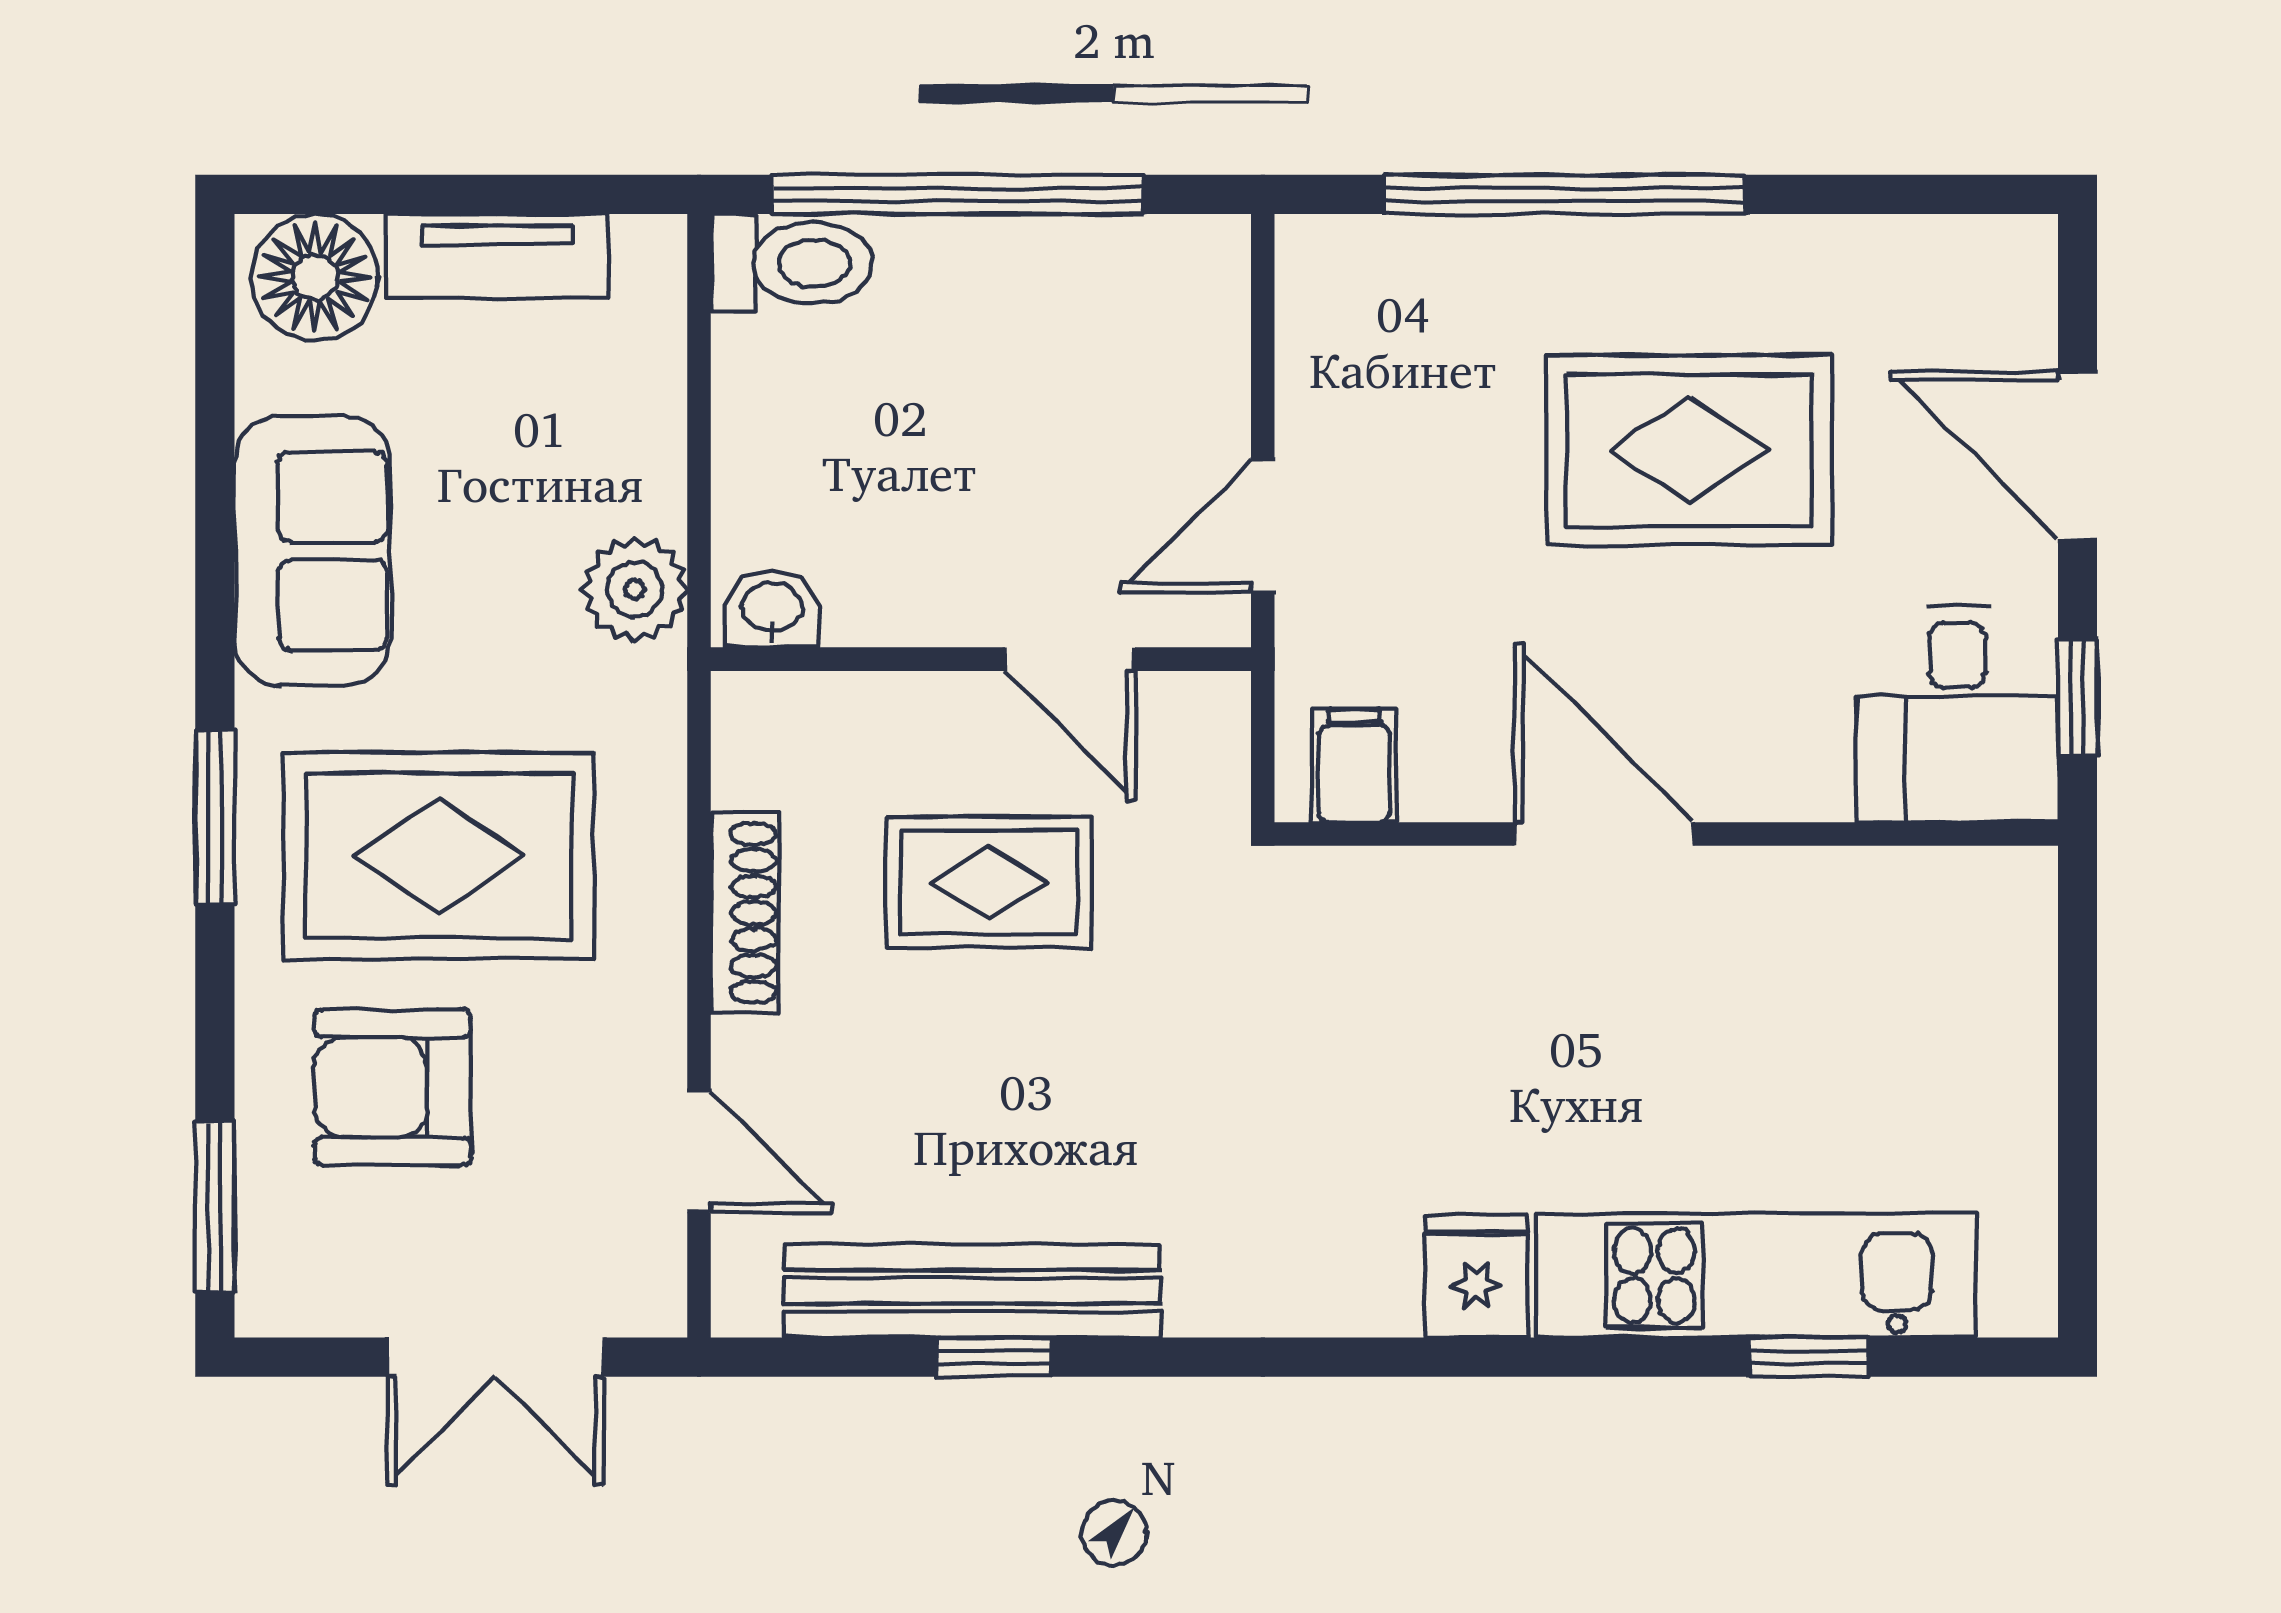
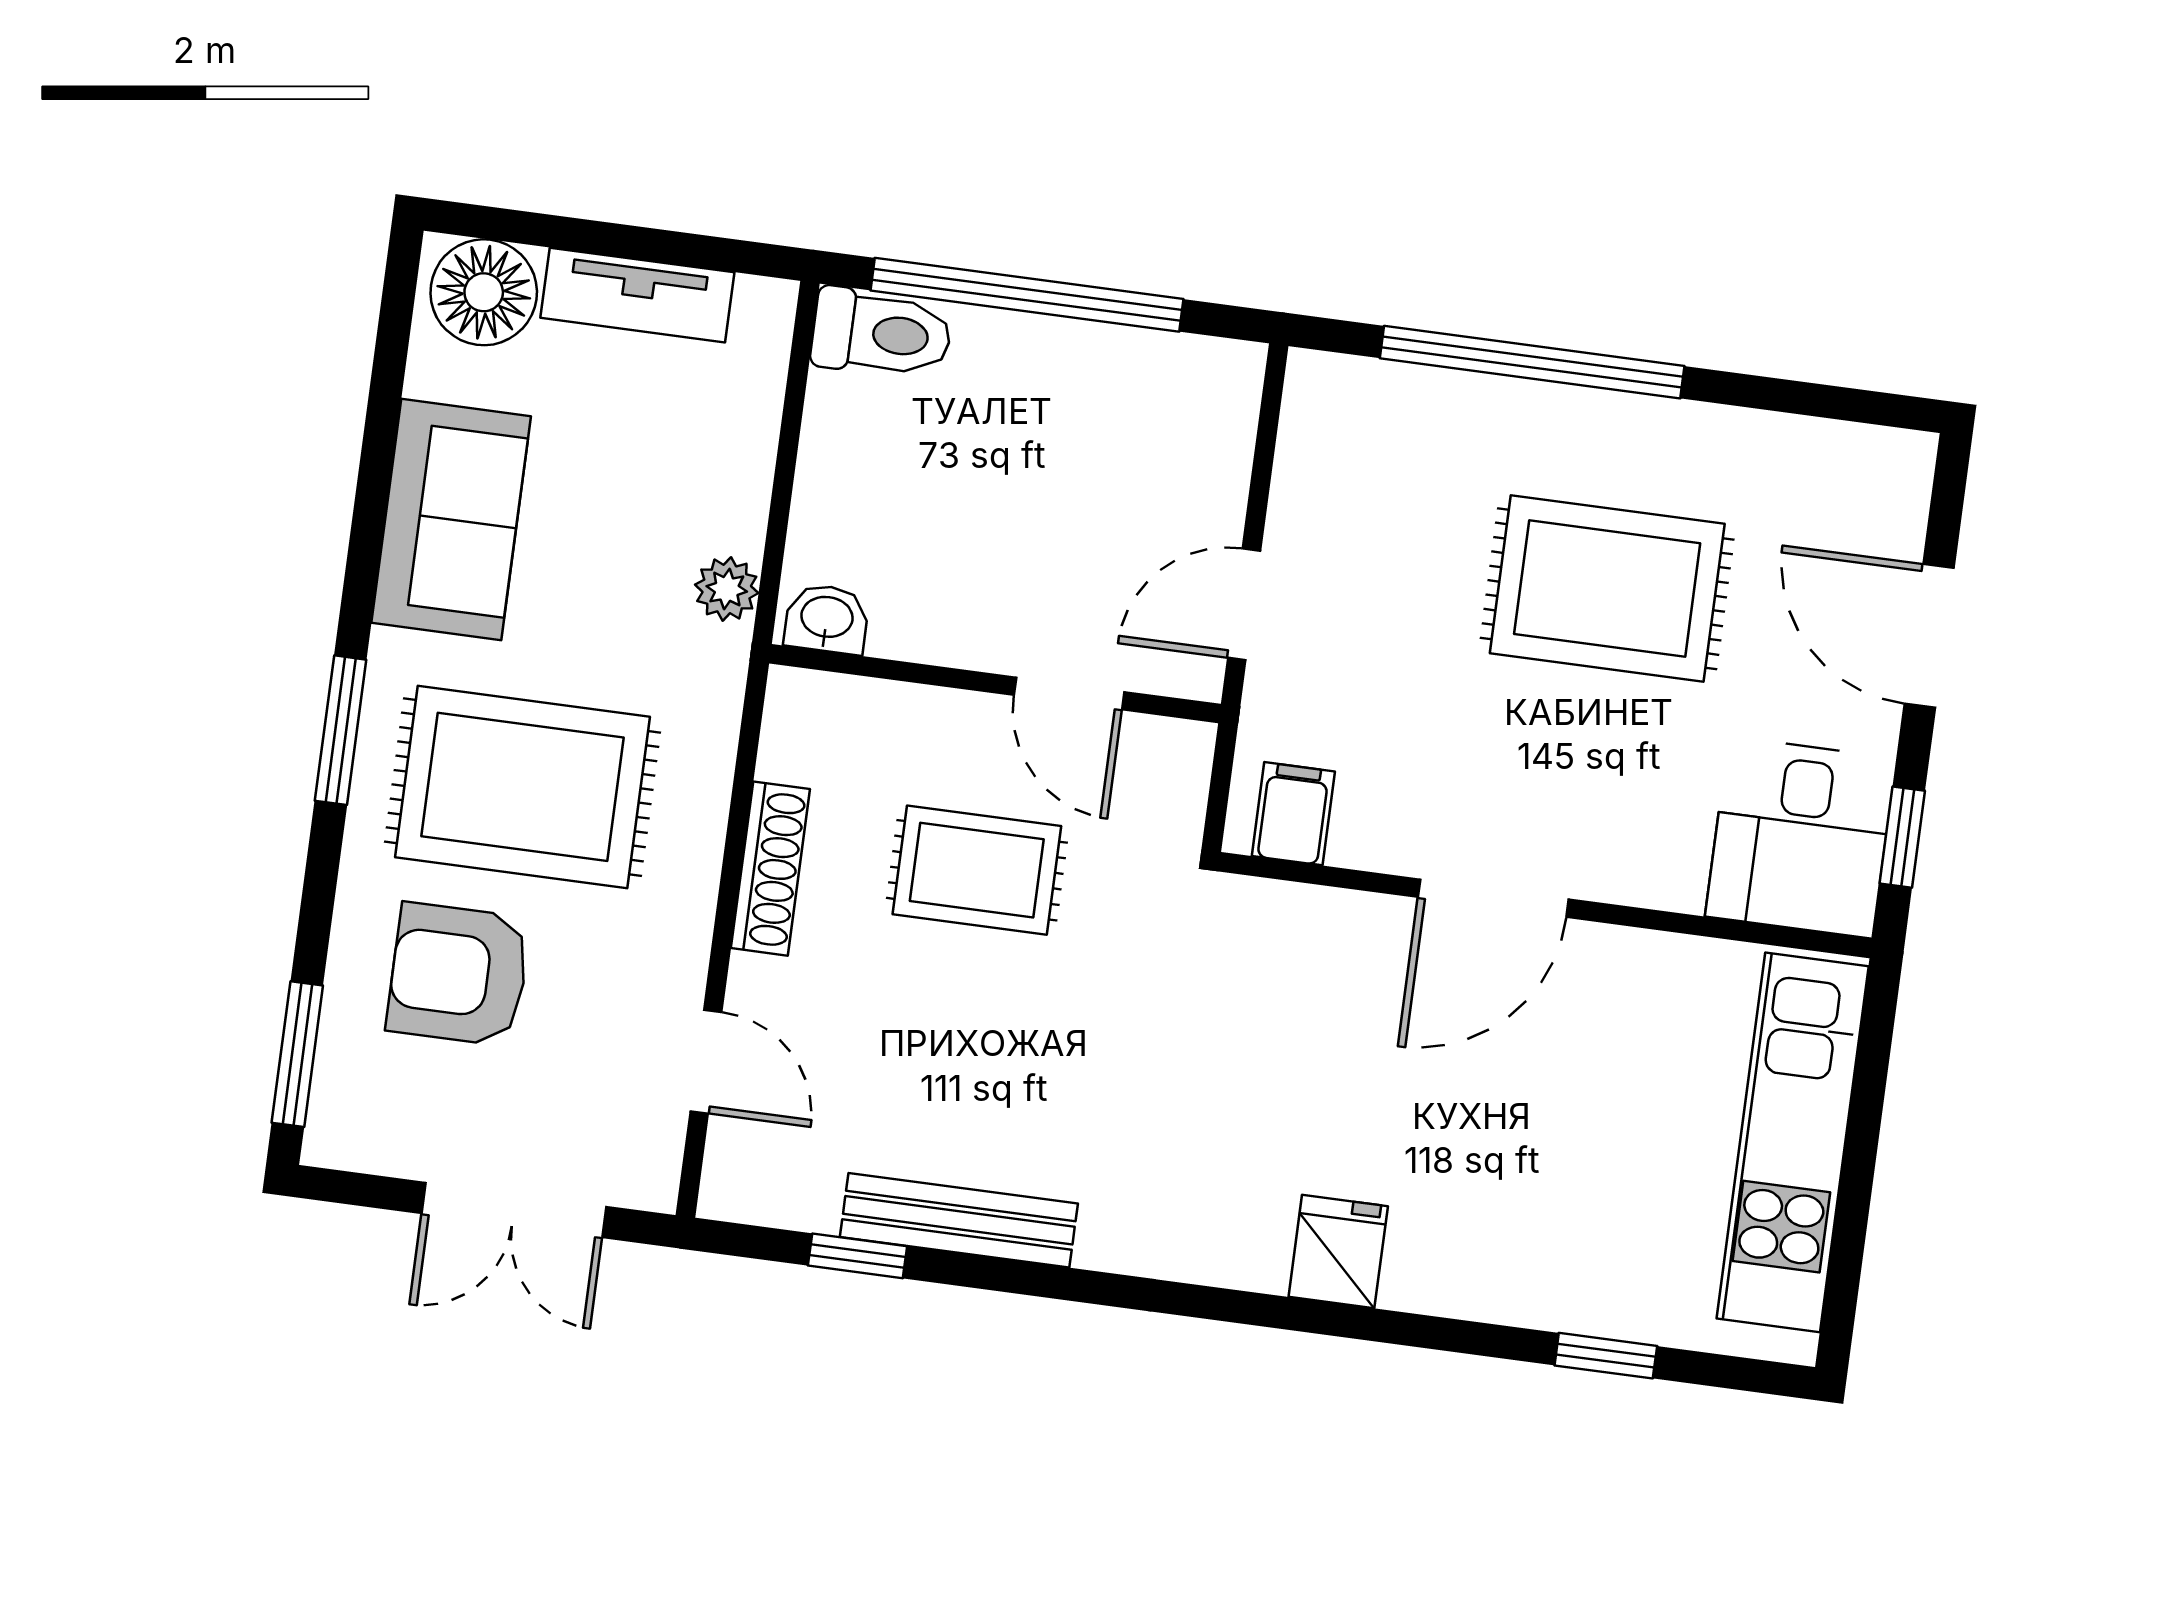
plant: (635, 589) -> (727, 589), width x0.73, depth x0.73
door: (1604, 834) -> (1493, 898), swing flipped
kitchen unit: (1756, 1276) -> (1793, 1142), moved, turned -90
bench: (972, 1291) -> (959, 1220), width x0.73, depth x0.82
window: (994, 1357) -> (858, 1256), moved

